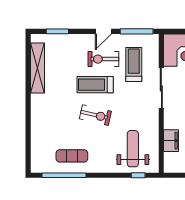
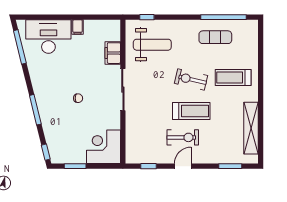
window: (137, 31) -> (148, 166), width x0.46
treadmill: (134, 65) -> (233, 77), moved, turned 90
sliding door: (161, 88) -> (123, 90), moved
weight bench: (133, 149) -> (152, 45), turned -90

